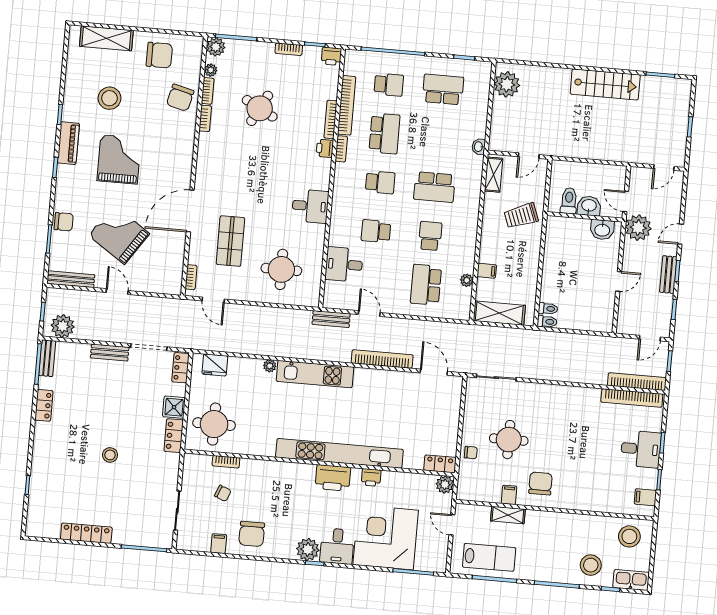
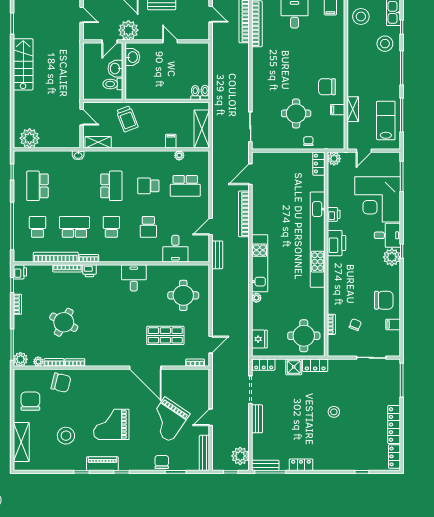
locker: (44, 530) -> (394, 456), added

